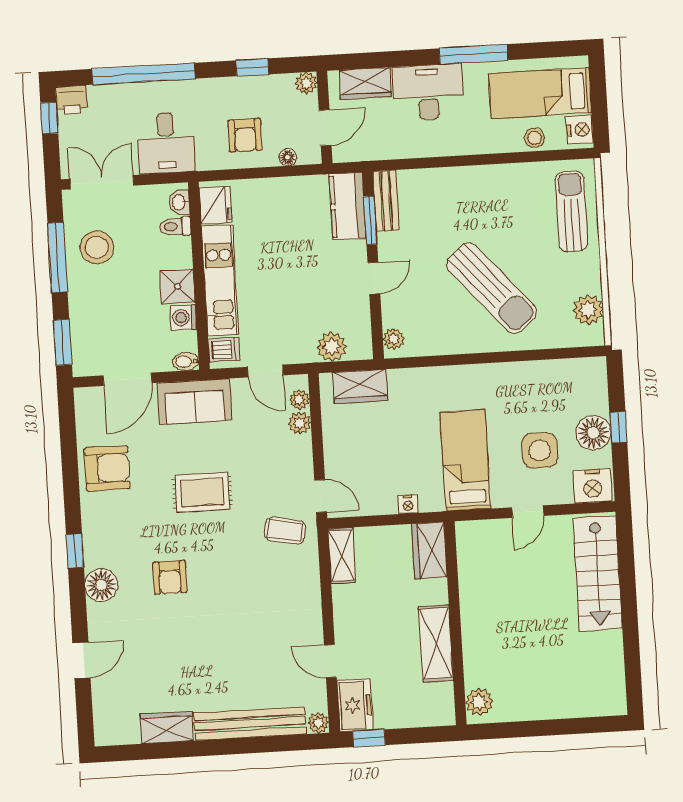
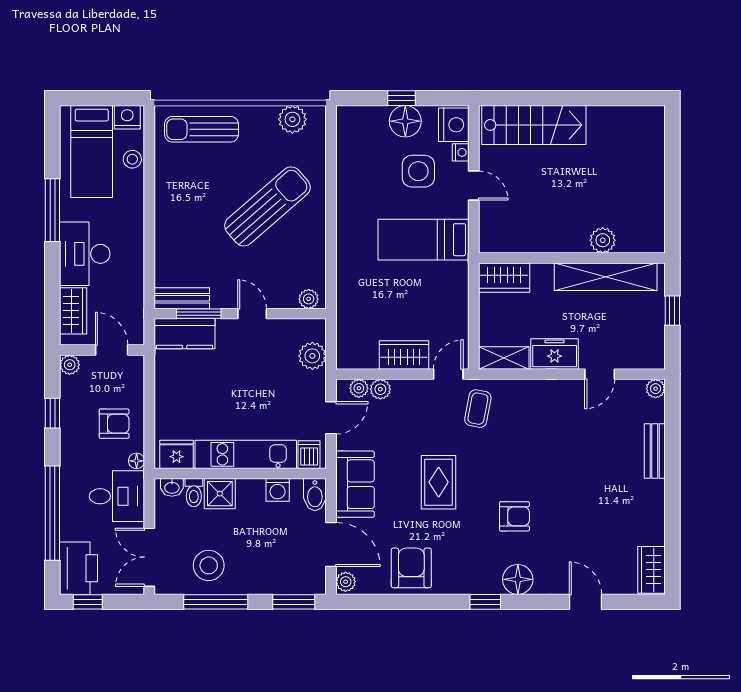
printer: (71, 100) -> (79, 568), width x1.87, depth x1.48
floor lamp: (288, 157) -> (137, 461), moved
shower: (177, 286) -> (220, 494), moved
bidet: (186, 362) -> (315, 495), width x1.38, depth x1.36
wardrobe: (360, 386) -> (404, 355), moved, turned -90
plant: (88, 398) -> (346, 582), added
nightstand: (408, 504) -> (461, 152), moved
shelving: (436, 643) -> (606, 277), width x1.47
plant: (479, 702) -> (603, 240), moved
freezer: (355, 705) -> (555, 354), moved
bench: (250, 723) -> (655, 451), width x0.54, depth x0.82
wardrobe: (167, 727) -> (652, 570), moved
window: (369, 738) -> (672, 311), moved

